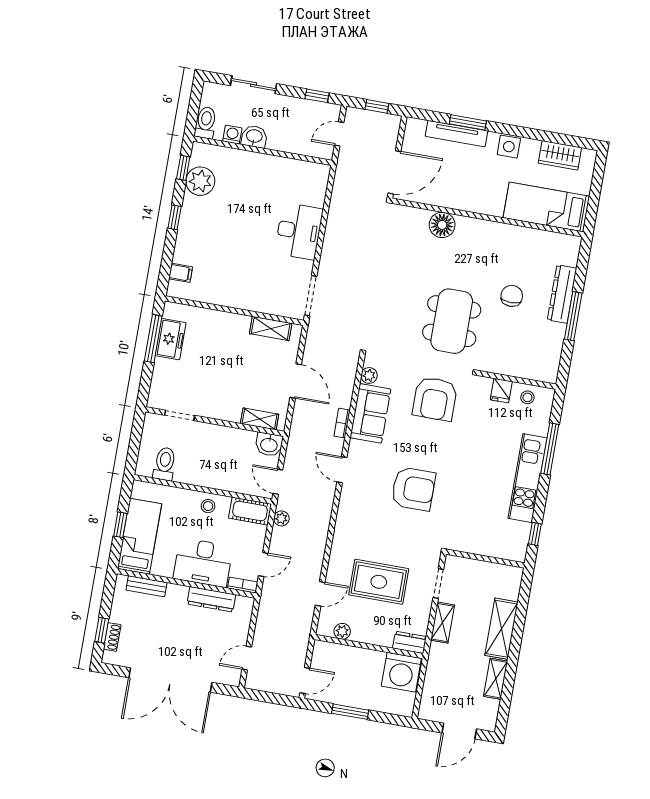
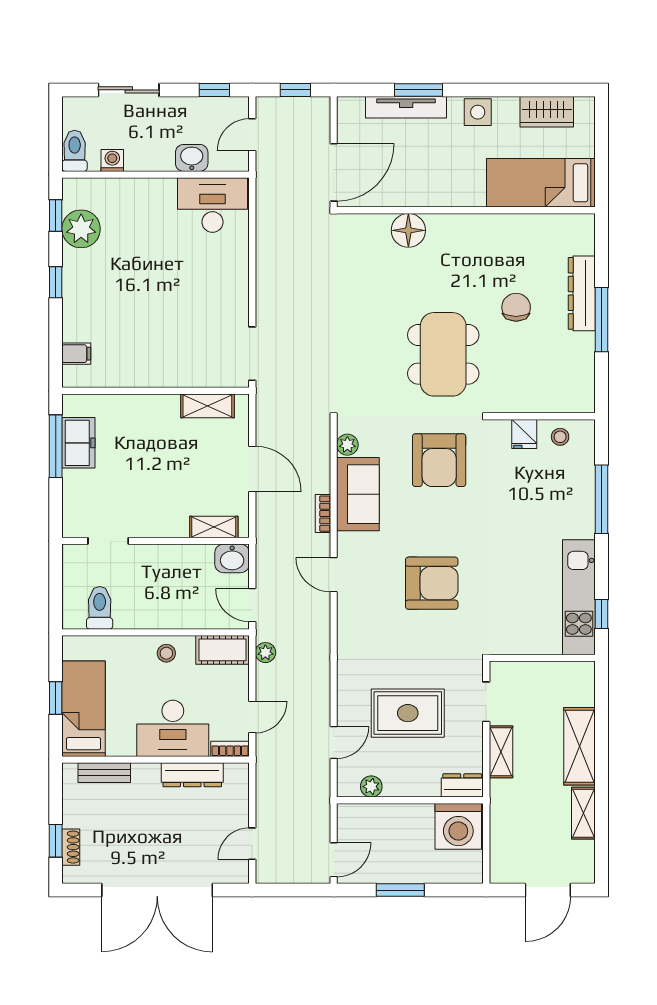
washbasin: (254, 137) -> (192, 158), moved
desk: (299, 231) -> (212, 205), moved, turned -90
kitchen unit: (527, 478) -> (579, 597), moved

